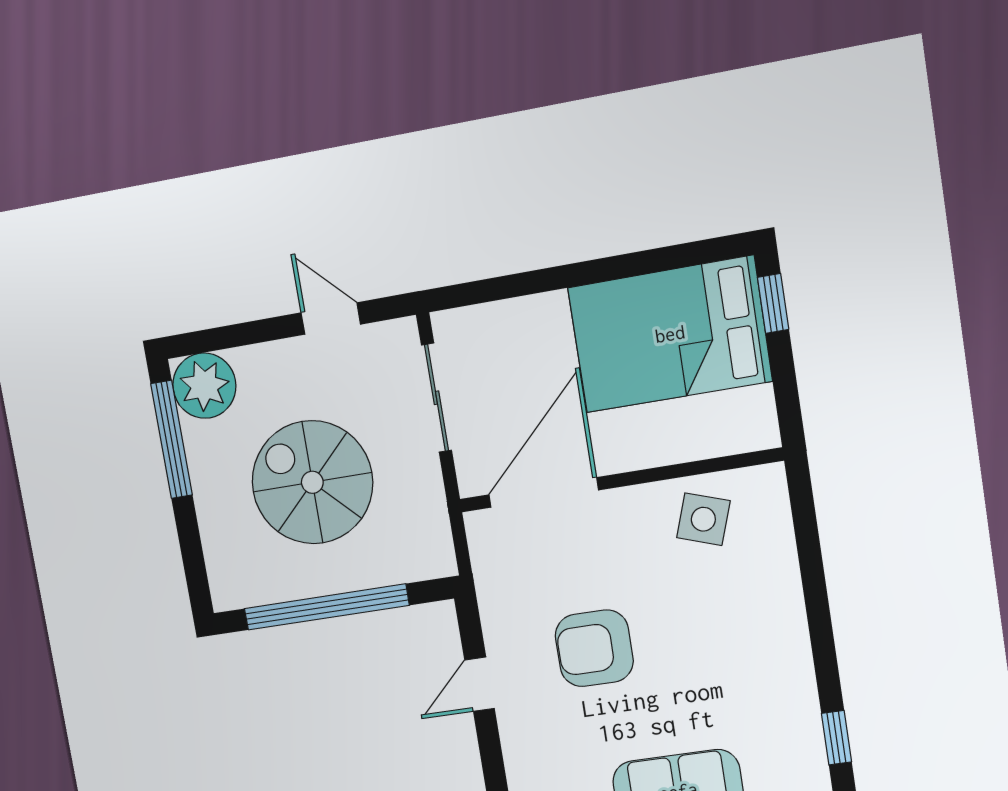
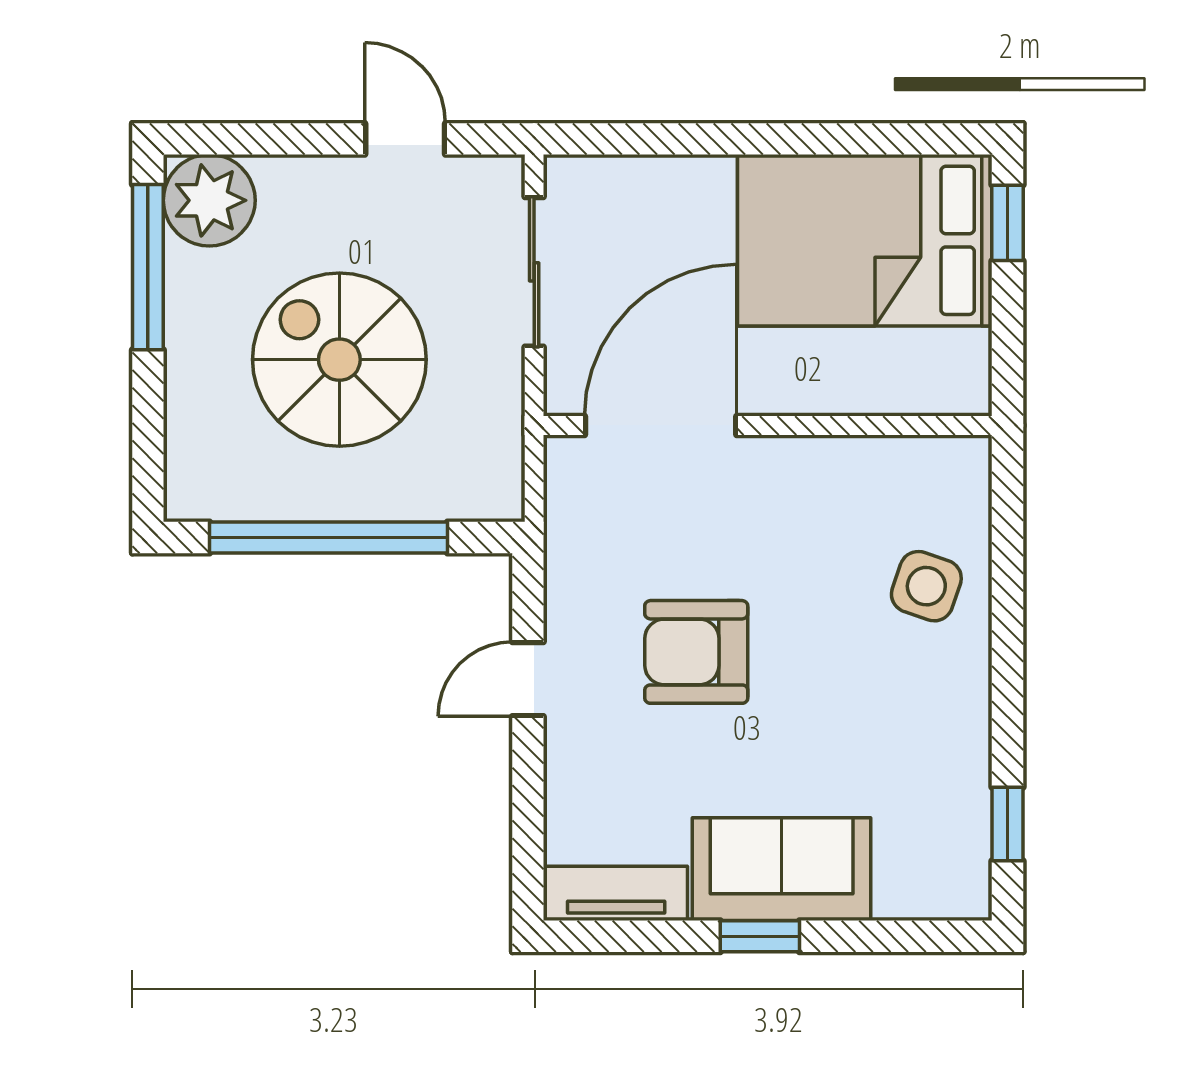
side table: (703, 519) -> (926, 586), moved

